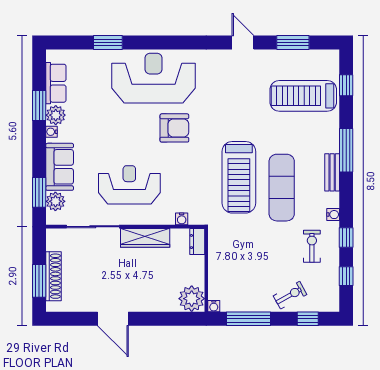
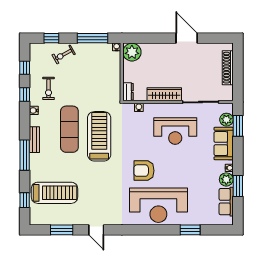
window: (39, 281) -> (238, 64), removed

